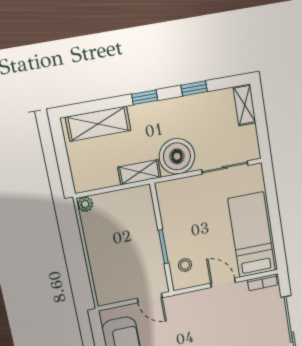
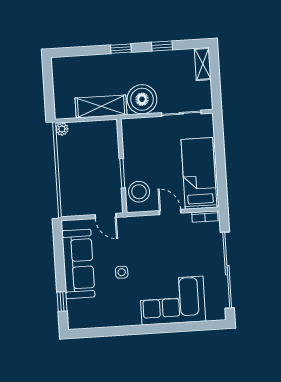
shelving: (98, 124) -> (81, 65), removed
shelving: (139, 172) -> (101, 106), width x1.50, depth x1.33
stool: (185, 265) -> (139, 192), width x1.89, depth x1.89

